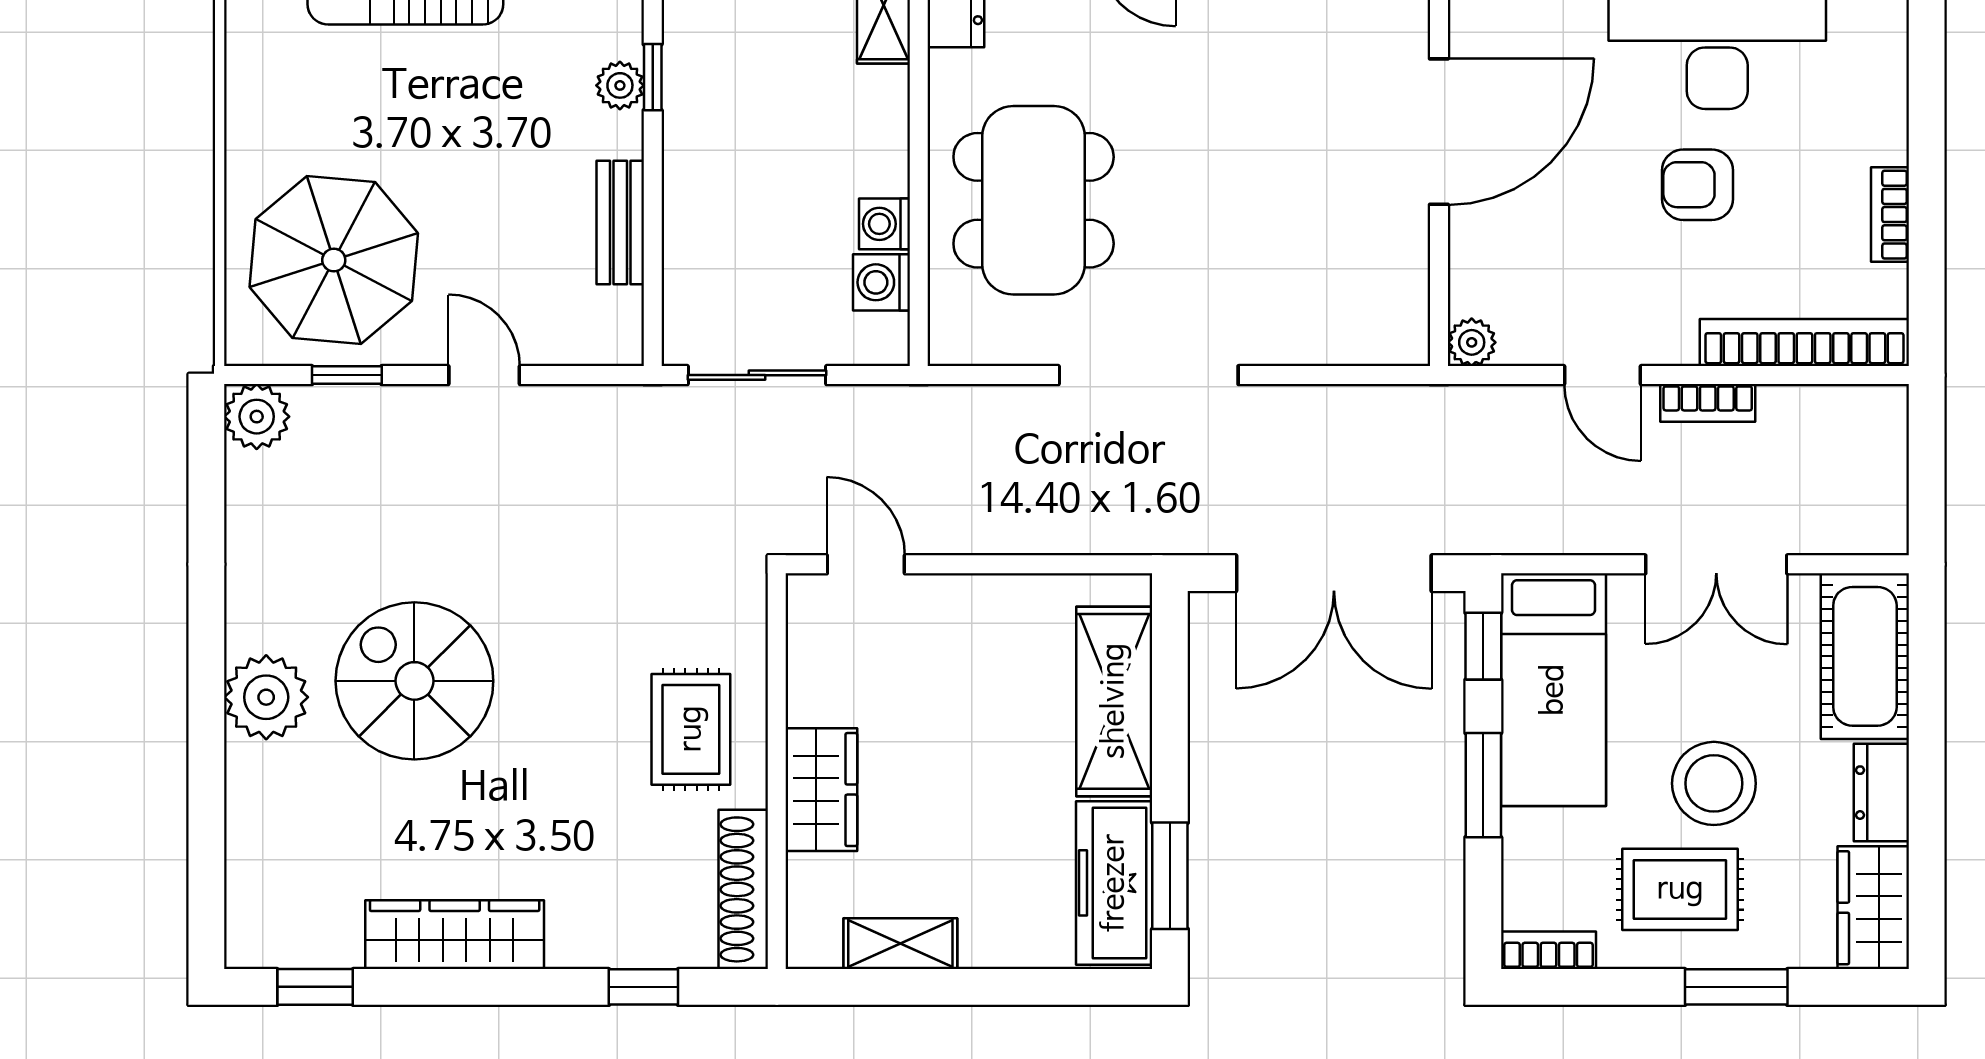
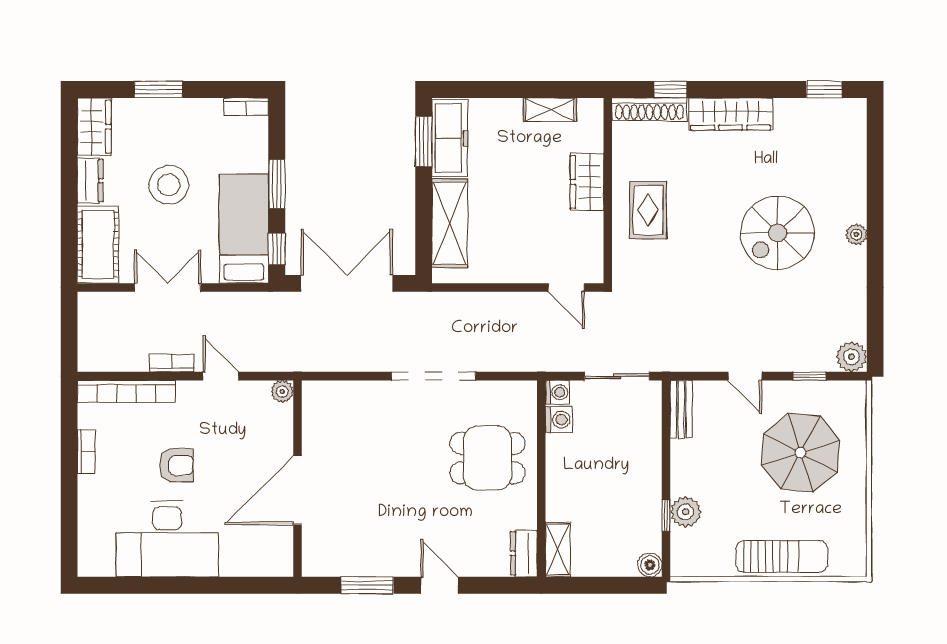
plant: (620, 85) -> (686, 512), width x1.38, depth x1.38
dining table: (1034, 200) -> (488, 458), width x0.73
bench: (620, 223) -> (681, 409), moved
washing machine: (884, 224) -> (557, 392), moved
parasol: (334, 260) -> (800, 453), moved
spiral stairs: (414, 681) -> (778, 233), turned 90
plant: (266, 697) -> (856, 234), width x0.53, depth x0.53
shoe rack: (743, 889) -> (649, 109), moved, turned 90
rug: (1680, 889) -> (185, 135), removed
wardrobe: (455, 935) -> (731, 114), moved

